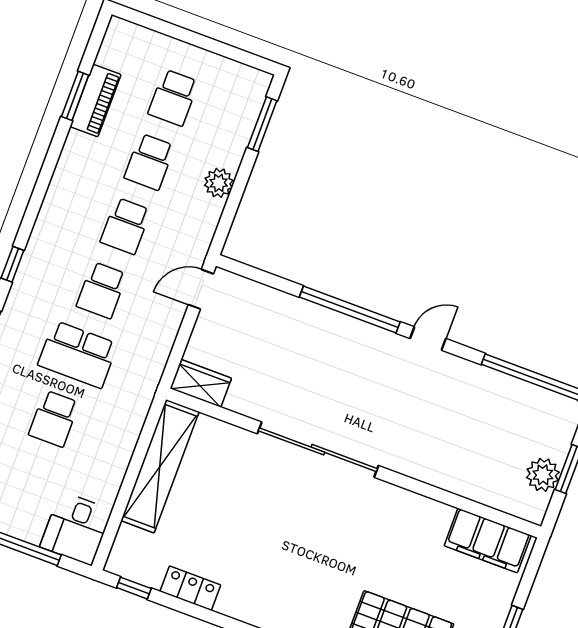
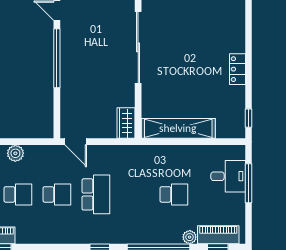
school desk: (102, 290) -> (96, 194), width x1.85
school desk: (78, 354) -> (135, 194), removed
desk: (76, 528) -> (228, 176), moved
locker: (190, 588) -> (237, 69), moved

